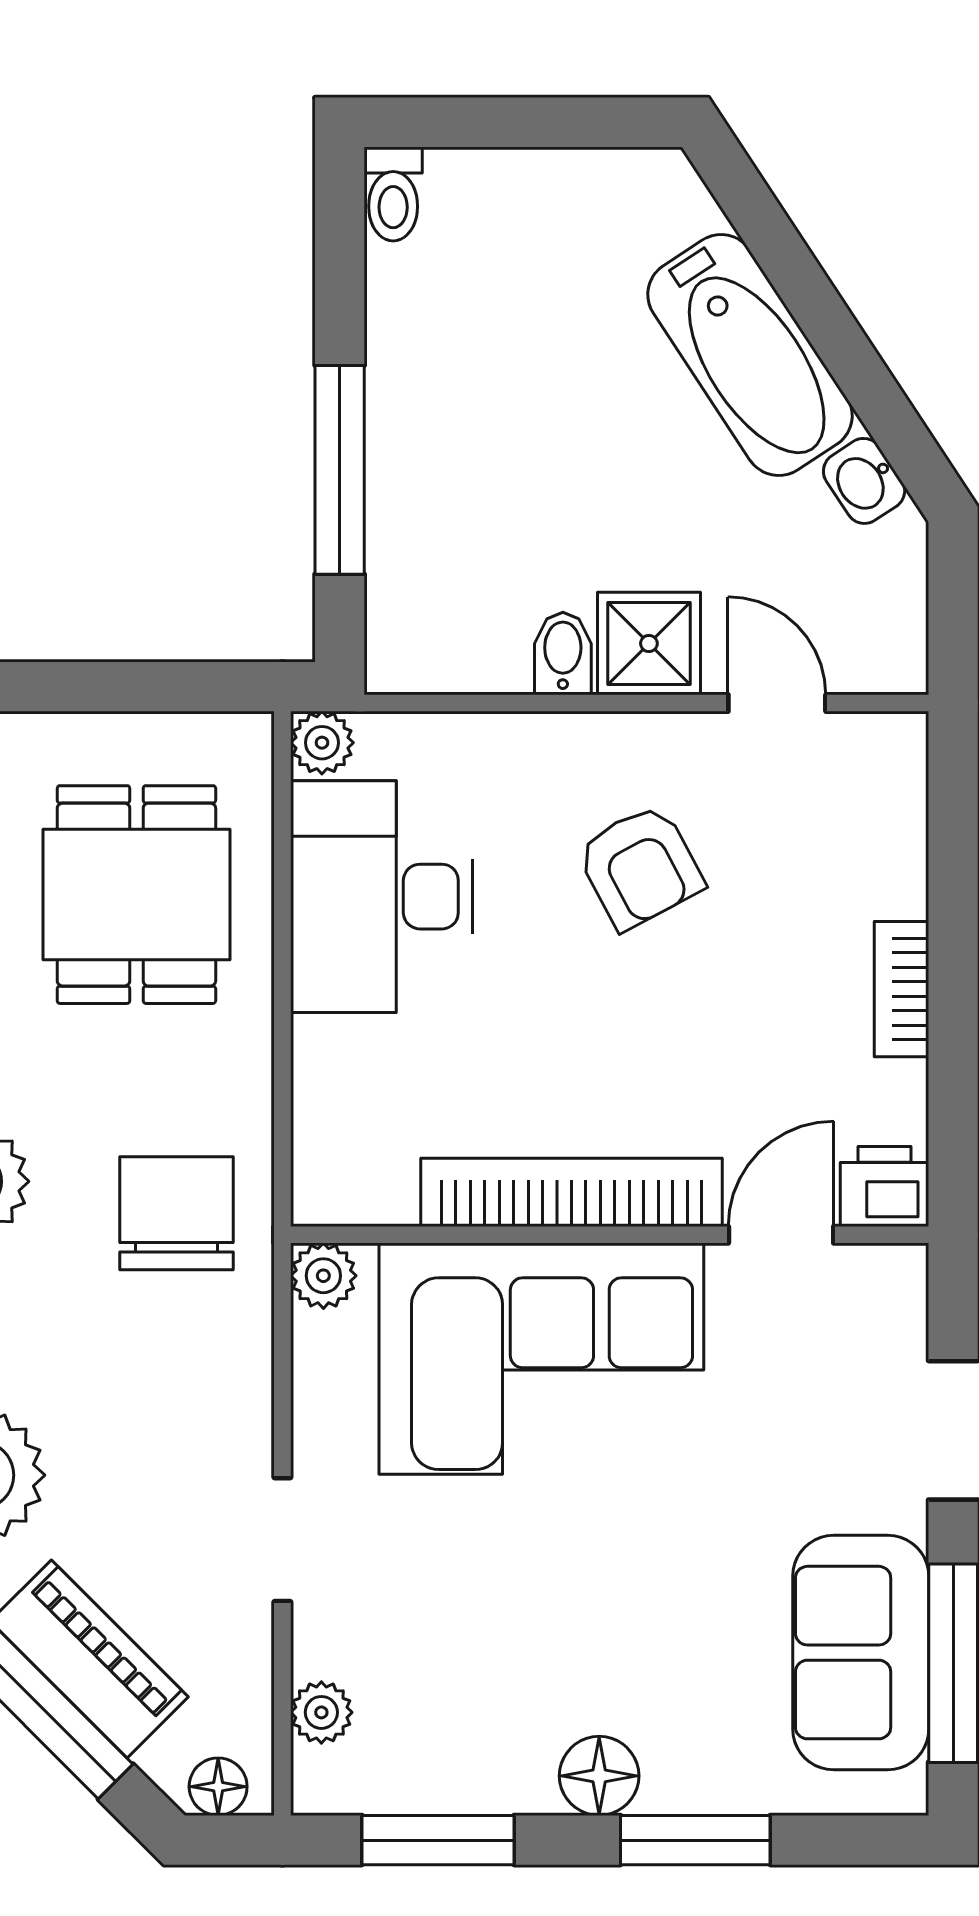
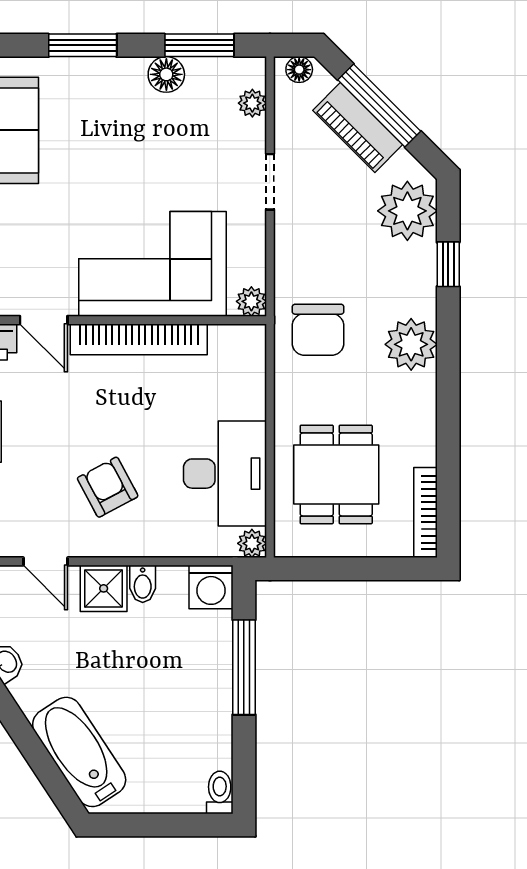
bathtub: (750, 355) -> (79, 752), moved
washing machine: (412, 647) -> (211, 587), added
door: (781, 1235) -> (44, 320), hinge flipped
floor lamp: (599, 1776) -> (166, 74), moved

